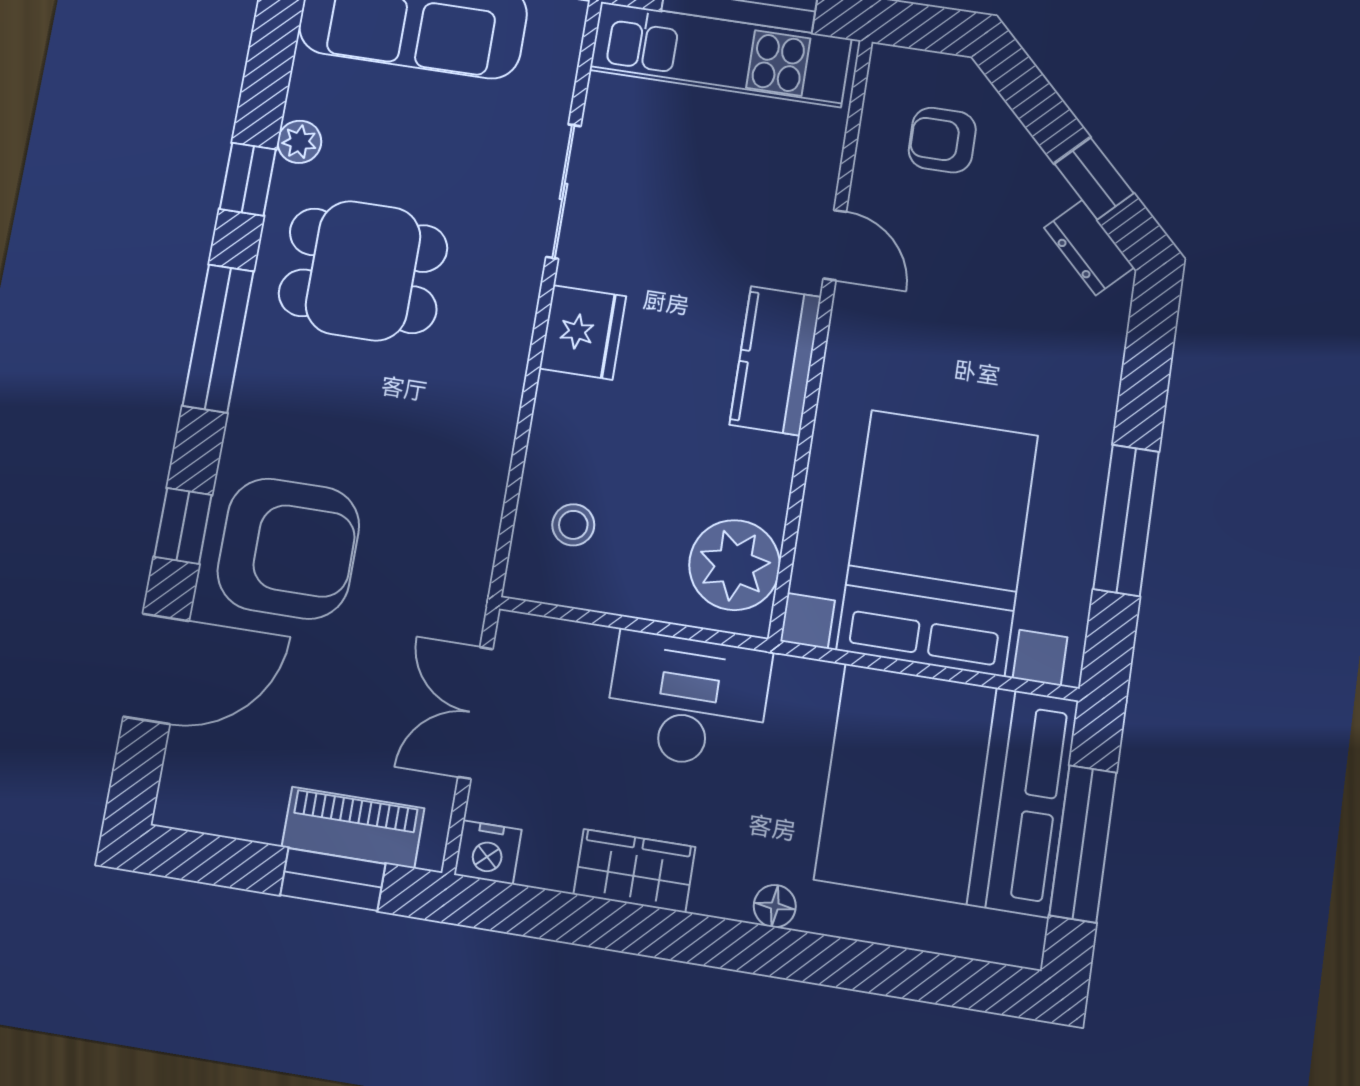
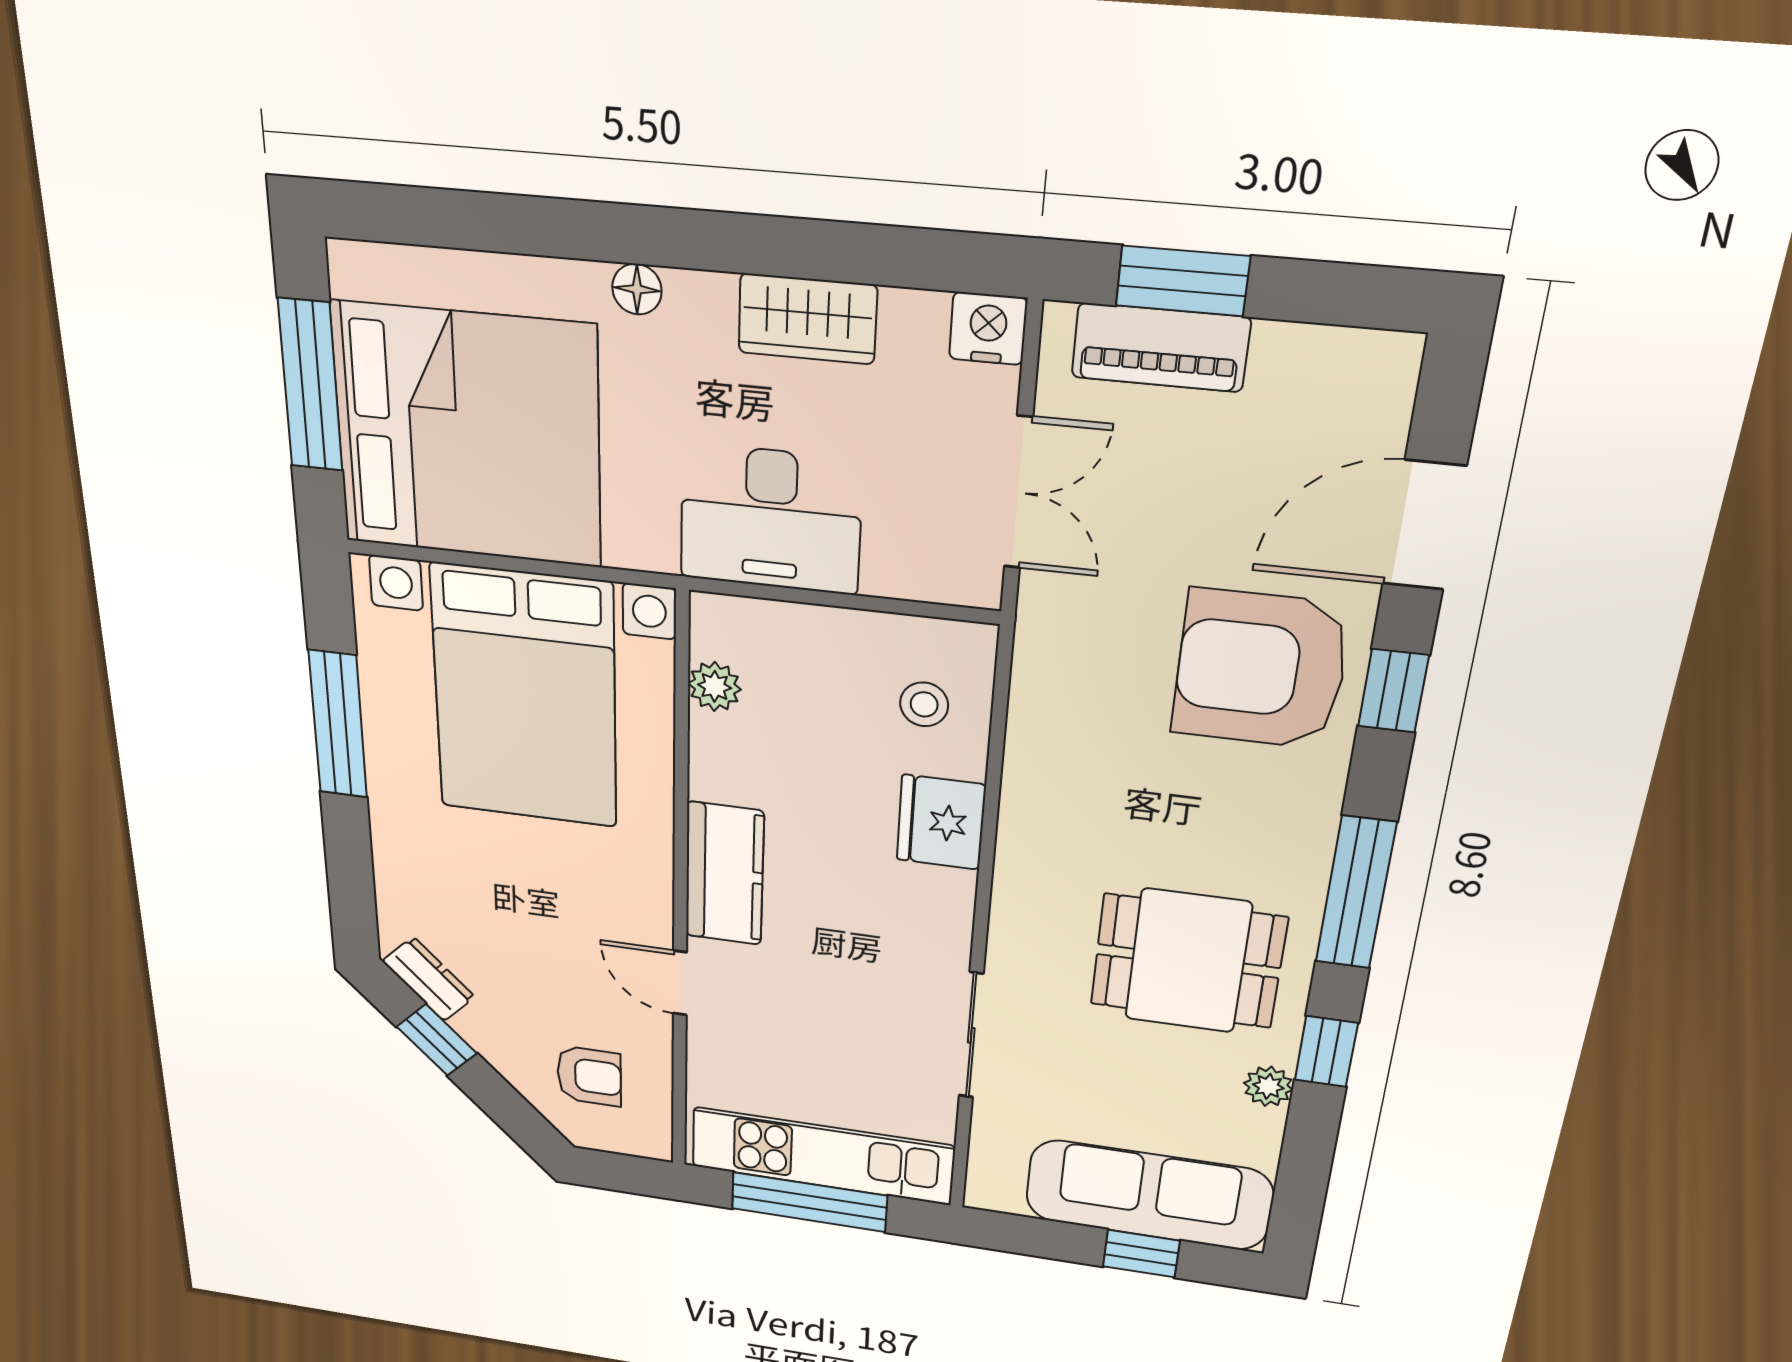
fridge: (583, 332) -> (941, 822), moved
plant: (734, 565) -> (715, 686), width x0.53, depth x0.53

